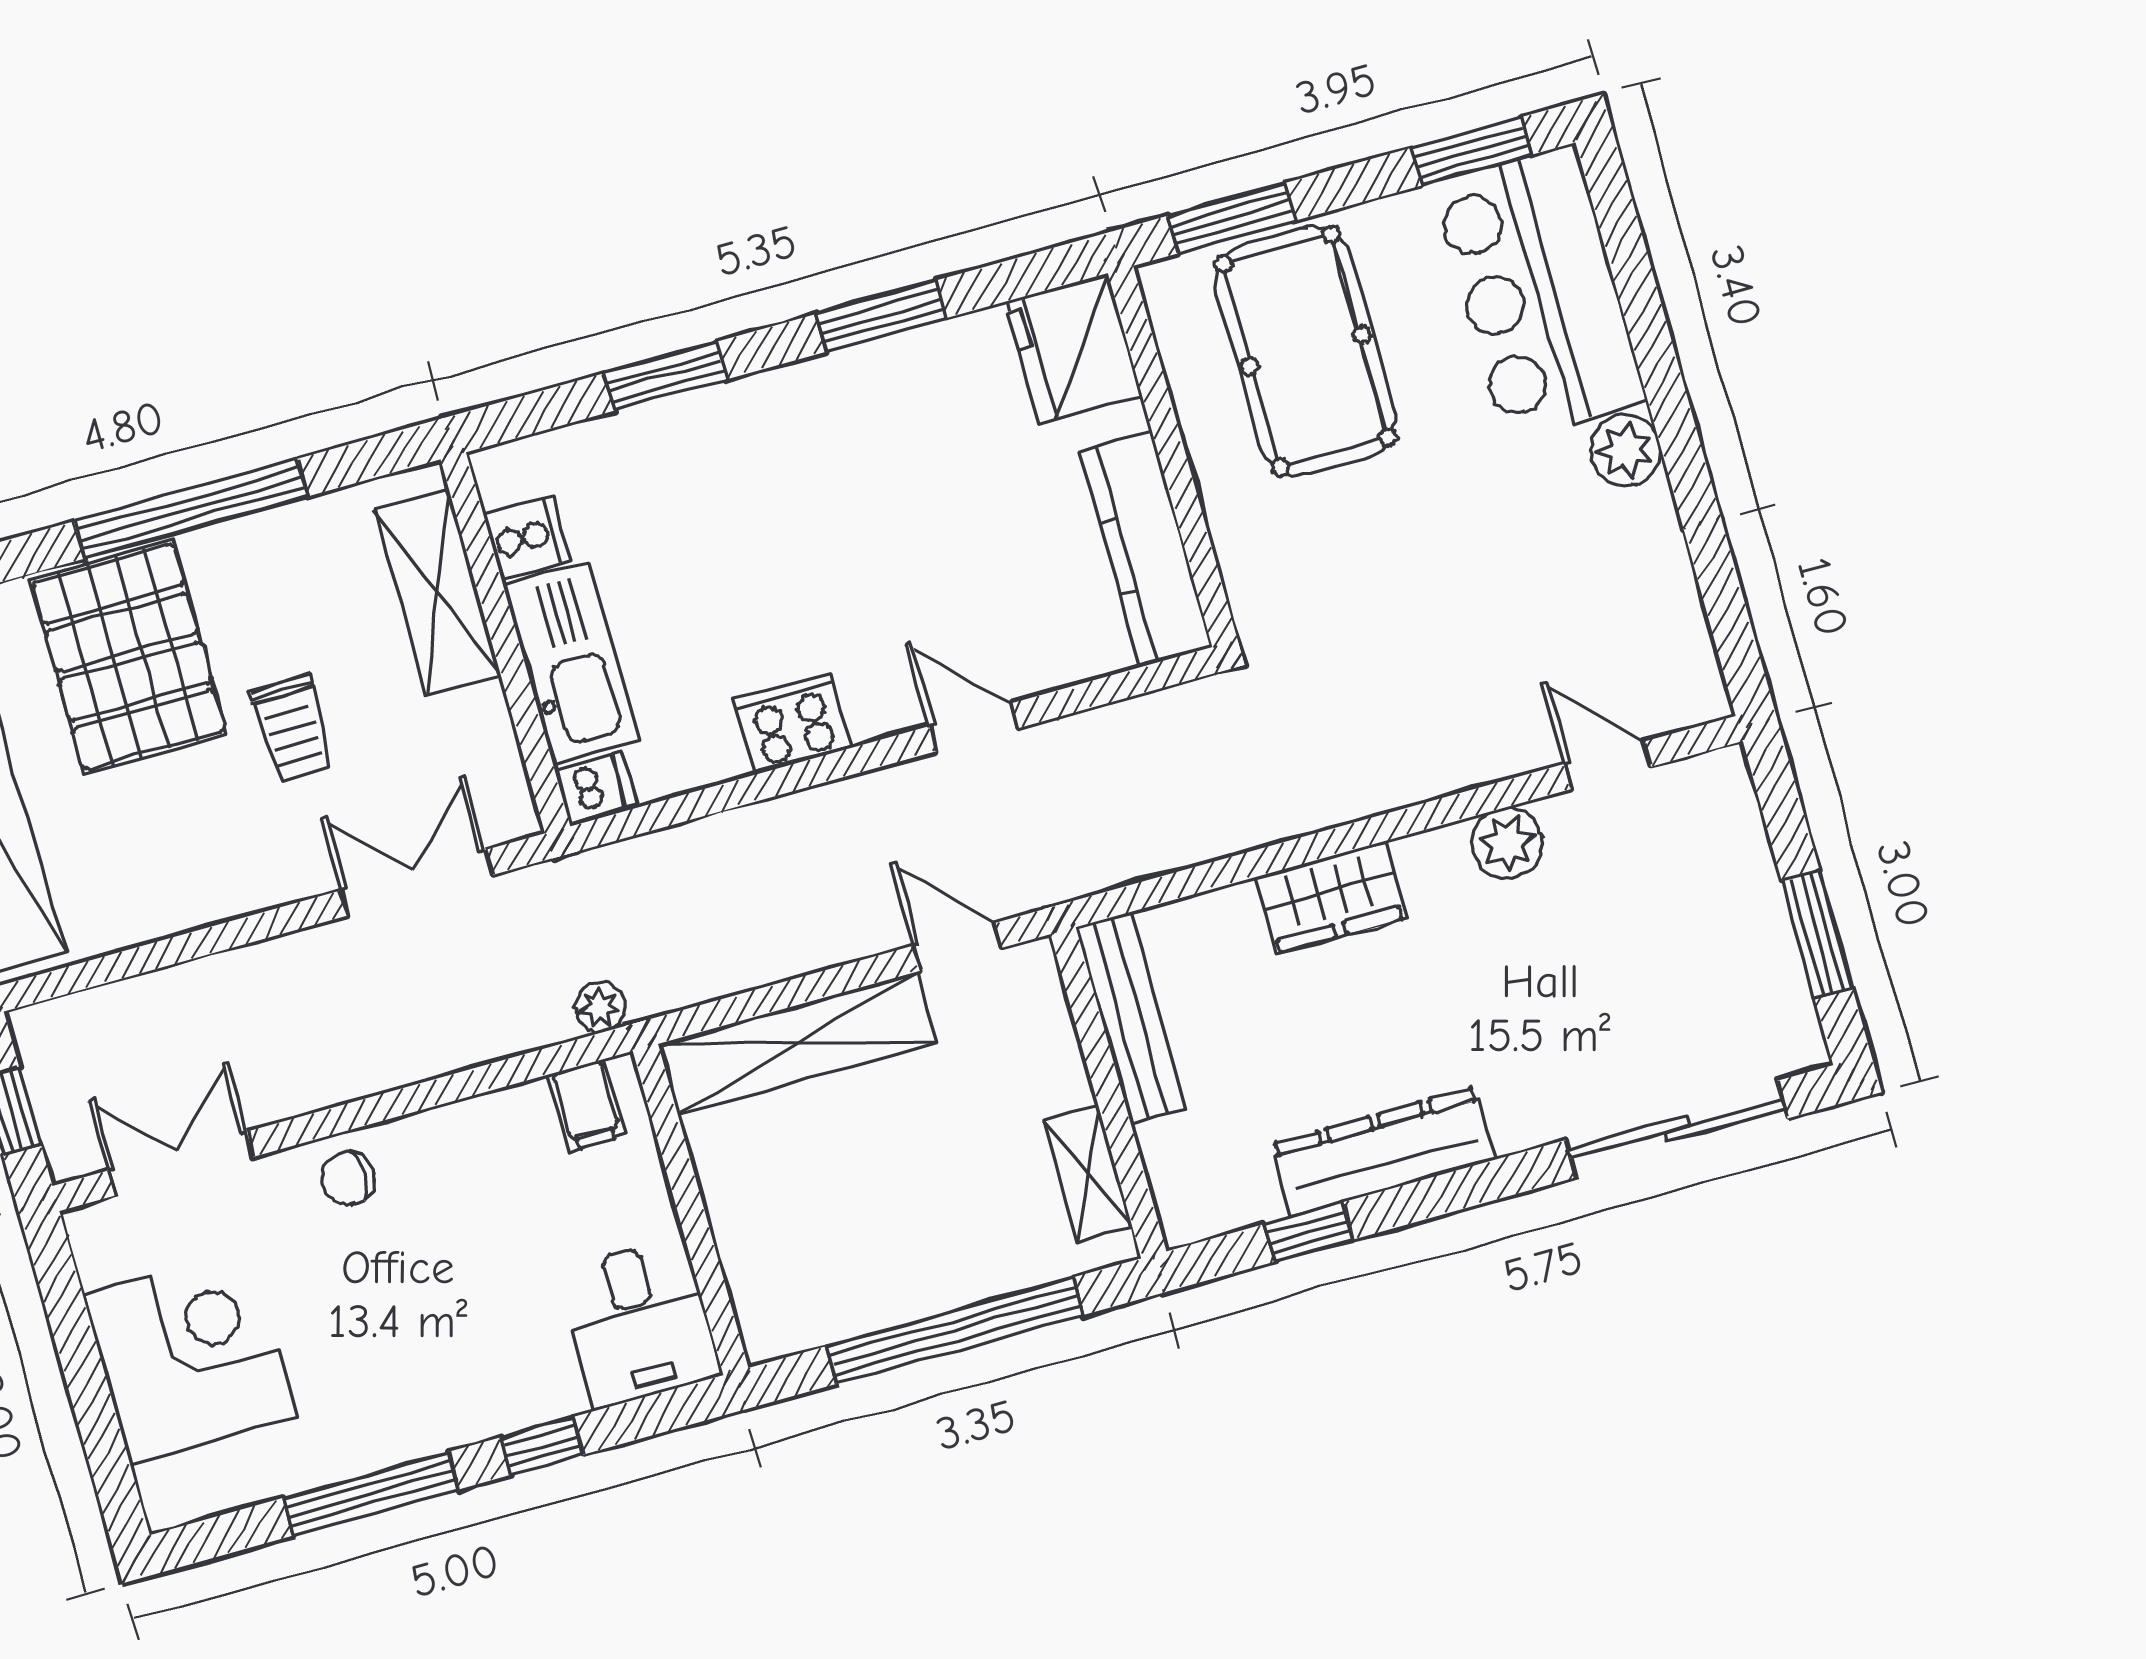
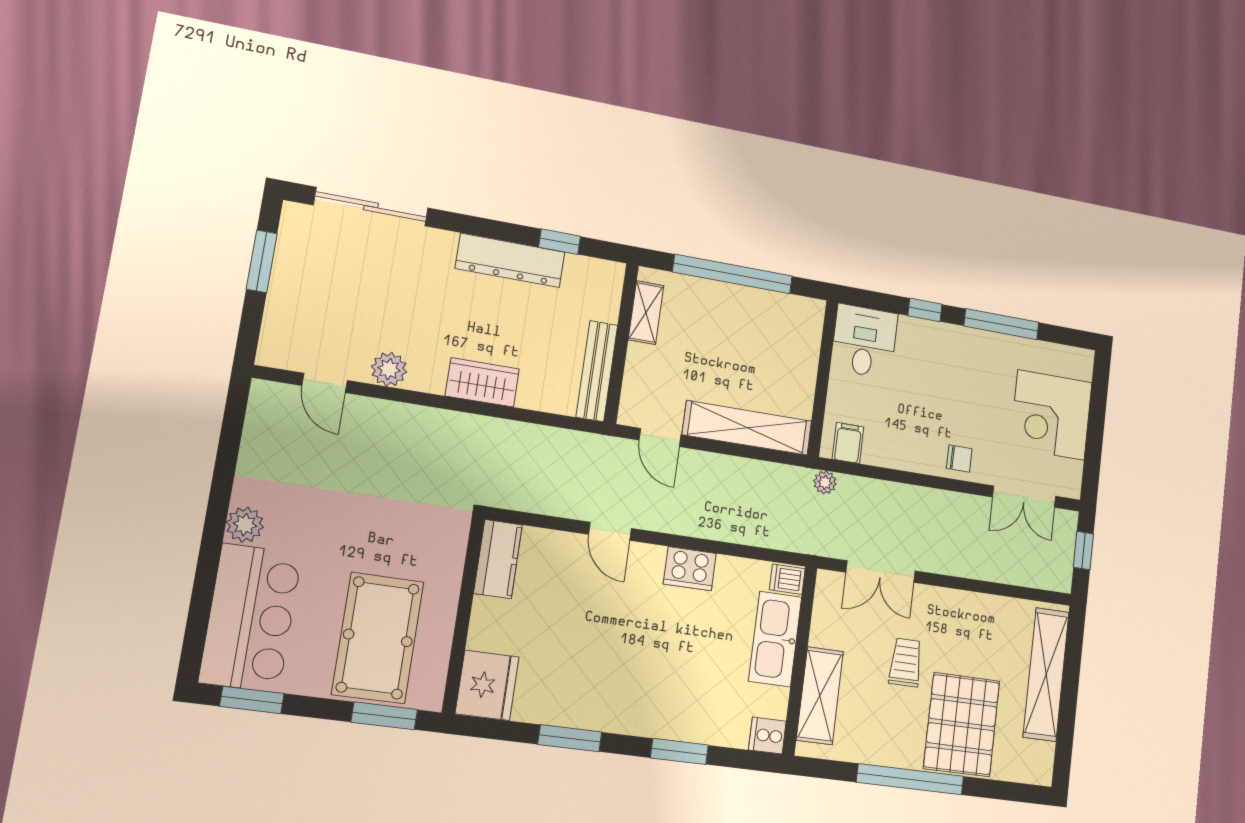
cooker: (527, 538) -> (767, 736), moved
kitchen counter: (1146, 549) -> (498, 559), width x0.67

